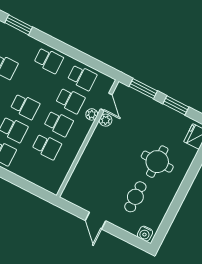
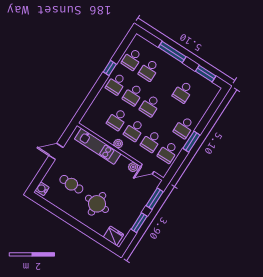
window: (19, 25) -> (191, 142), moved
plant: (92, 114) -> (118, 144), moved
kitchen unit: (84, 168) -> (98, 146), added

